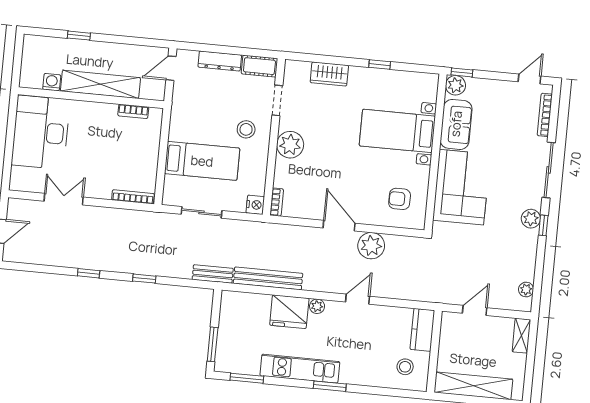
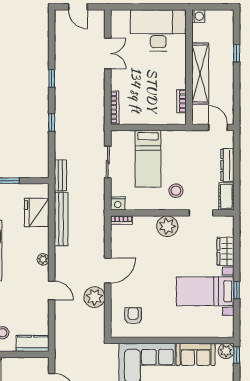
washing machine: (52, 82) -> (198, 16), moved
bed with nightstands: (397, 131) -> (205, 291), moved, turned -90
fridge: (289, 312) -> (37, 212), moved

